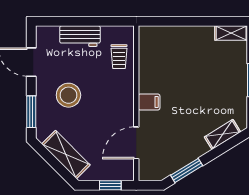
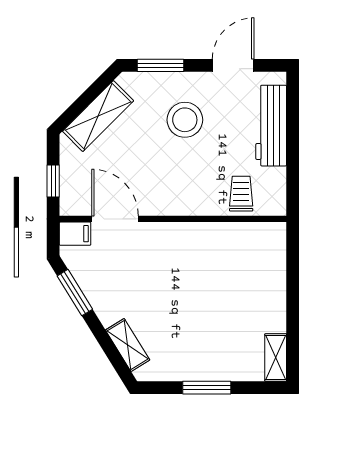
workbench: (80, 36) -> (271, 126), width x1.38
trolley: (119, 57) -> (241, 194), turned 90
filing cabinet: (149, 102) -> (75, 234), moved, turned -90

